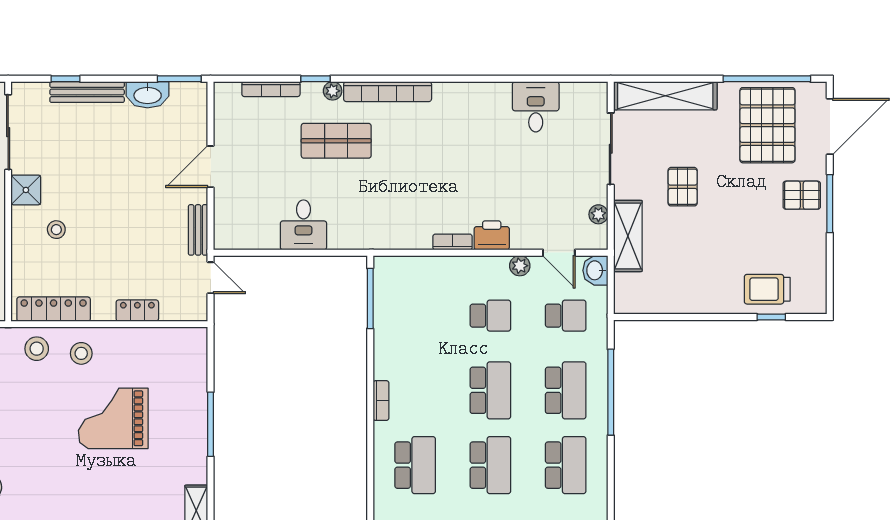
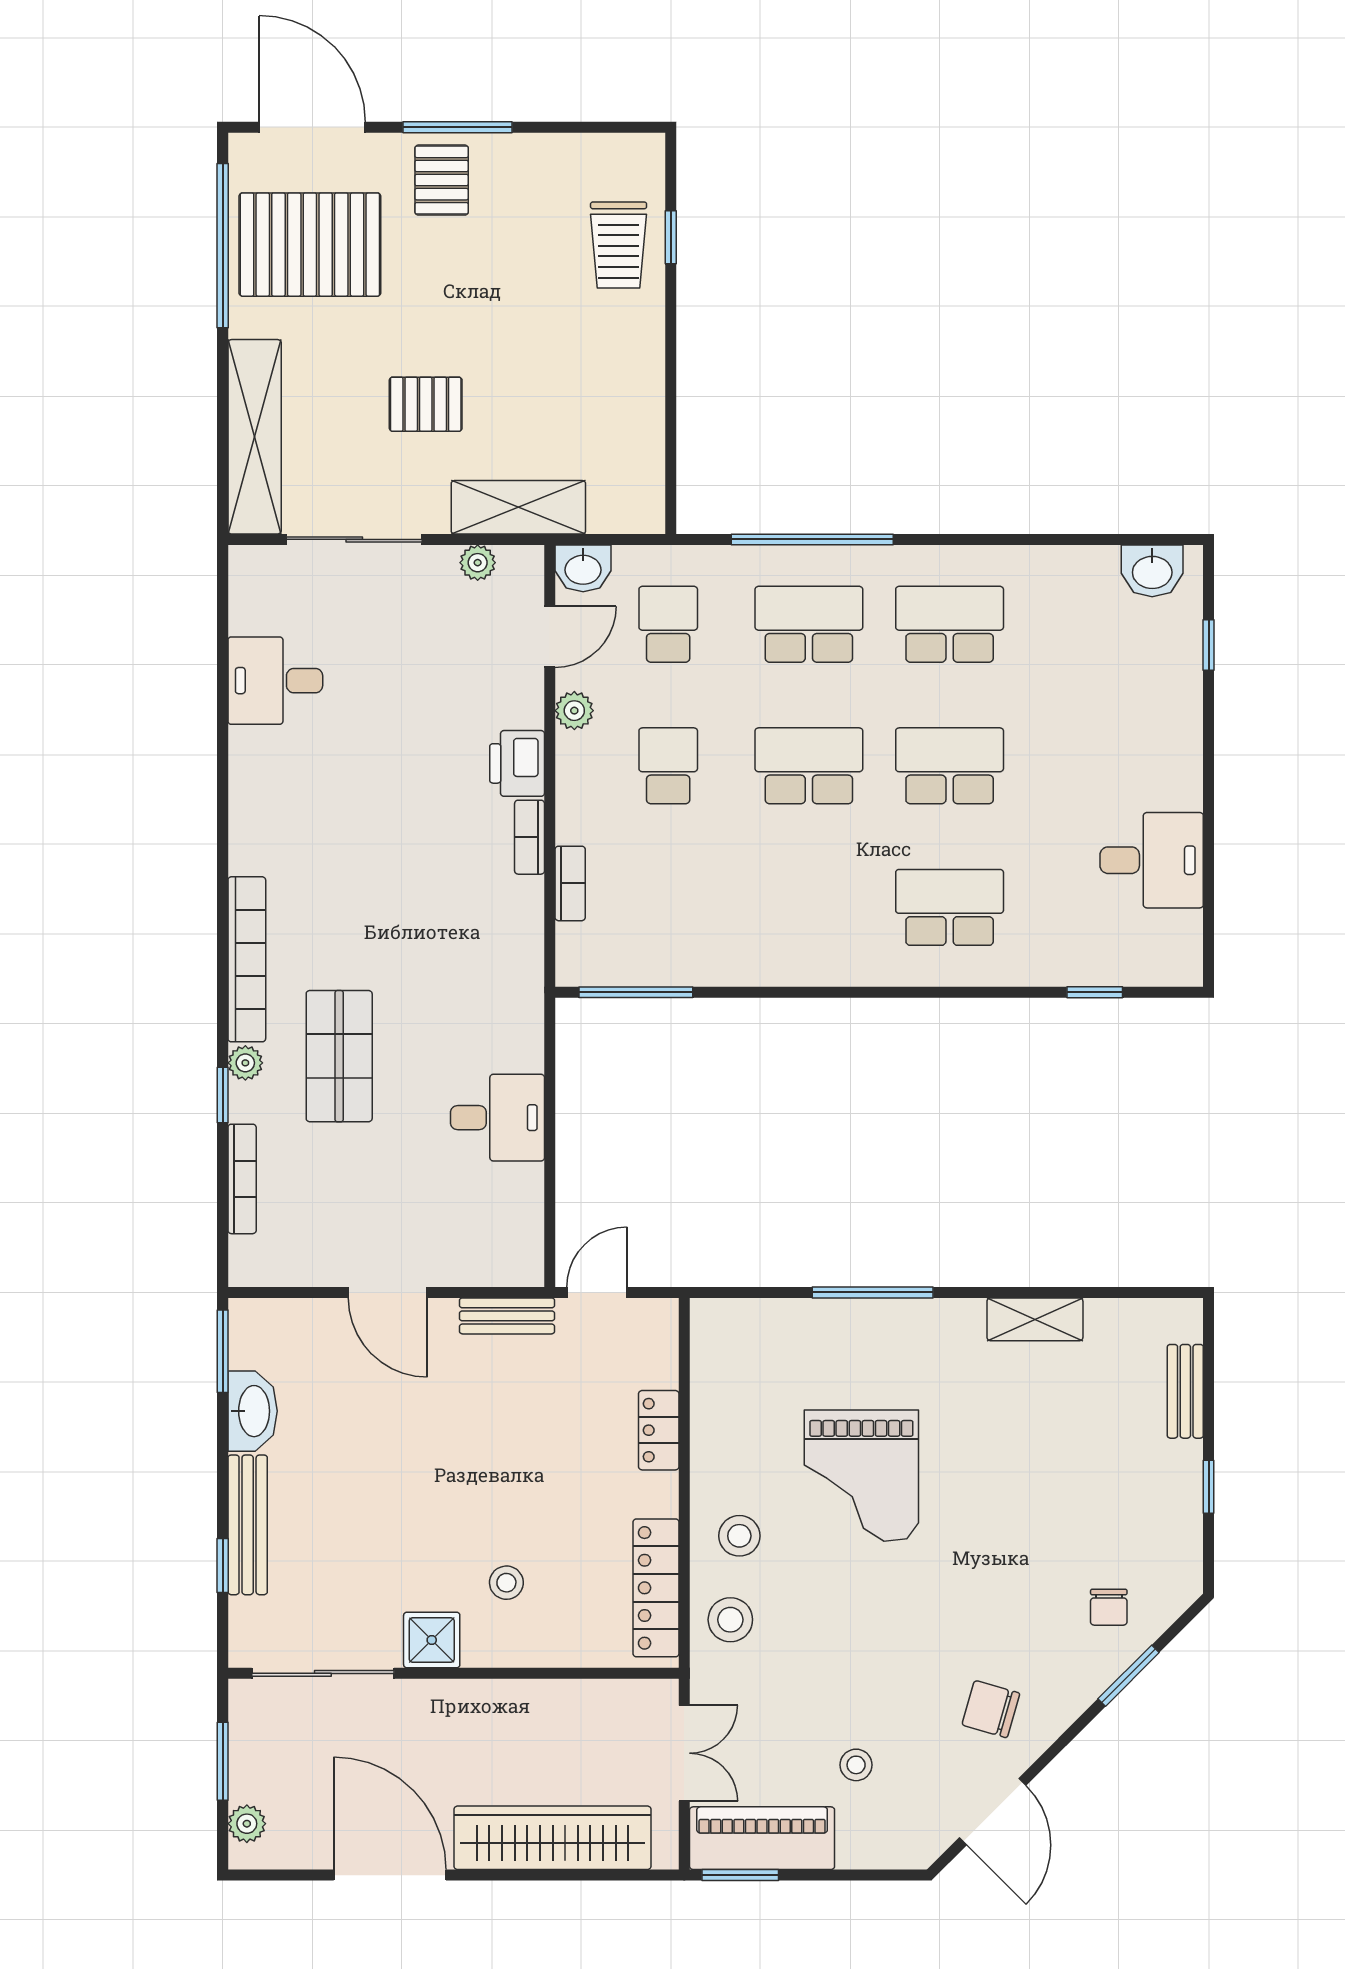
bookcase: (381, 401) -> (570, 883), moved, turned 90

